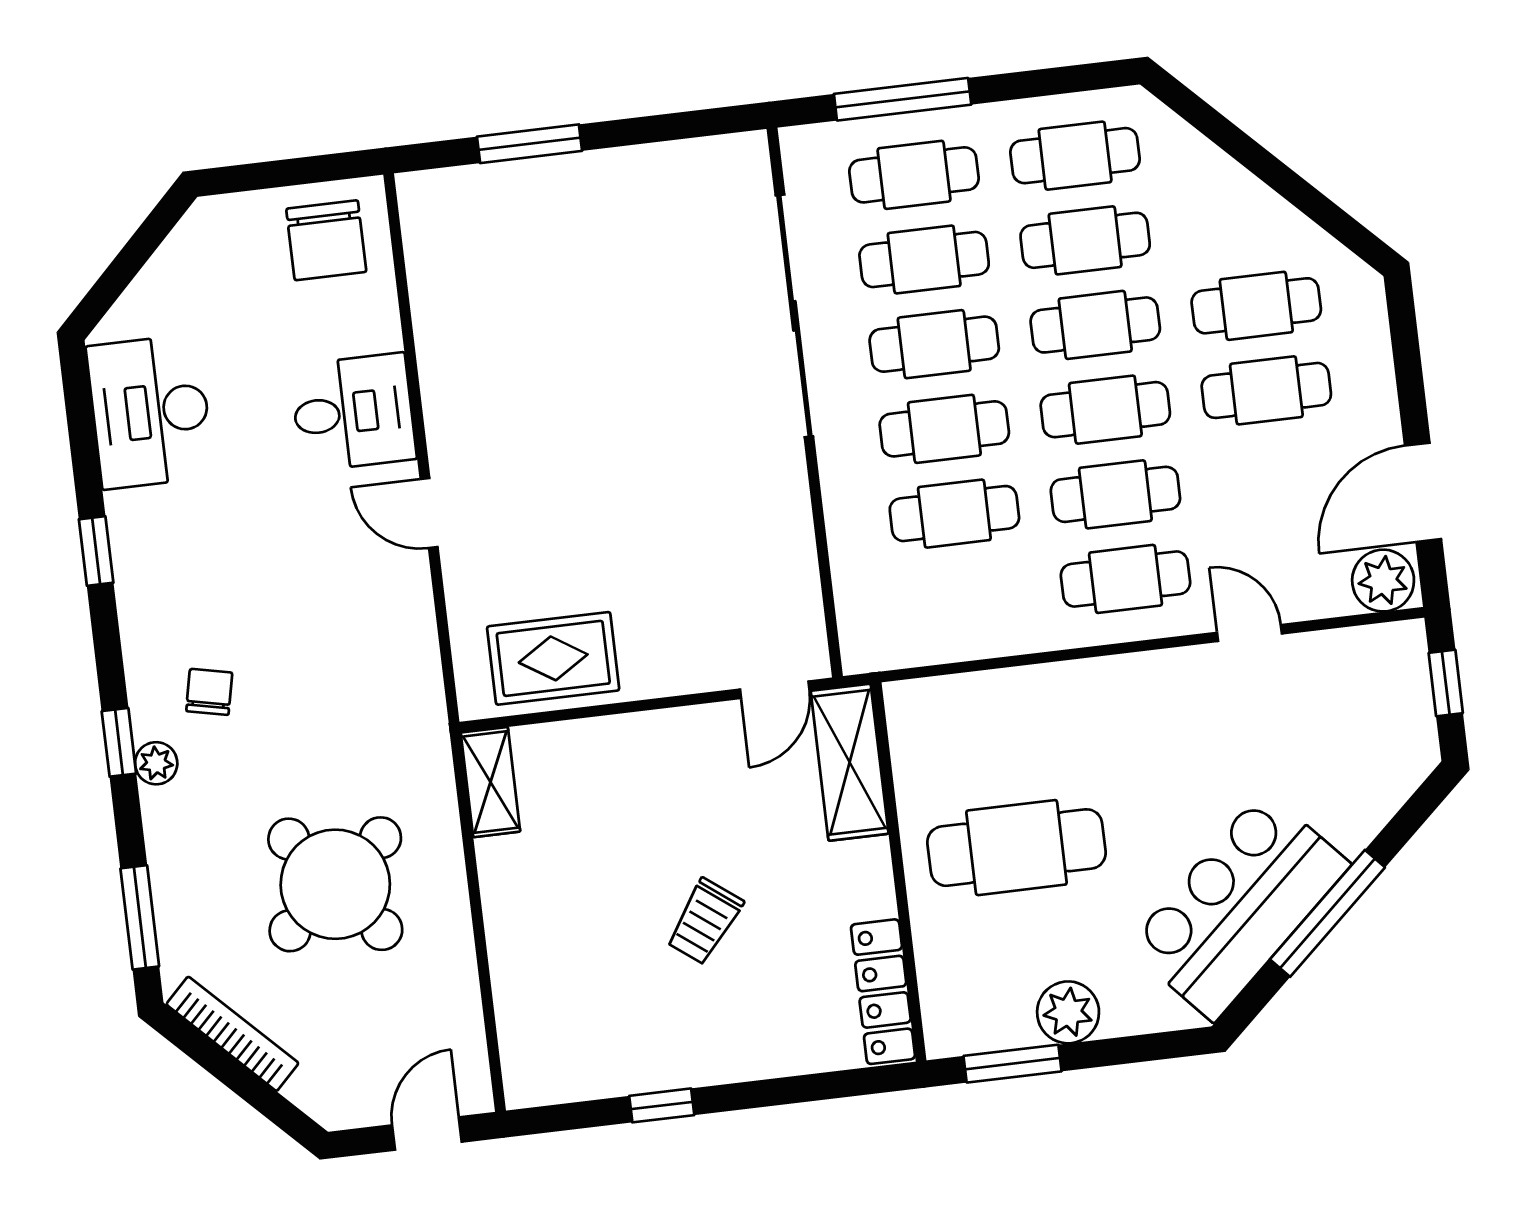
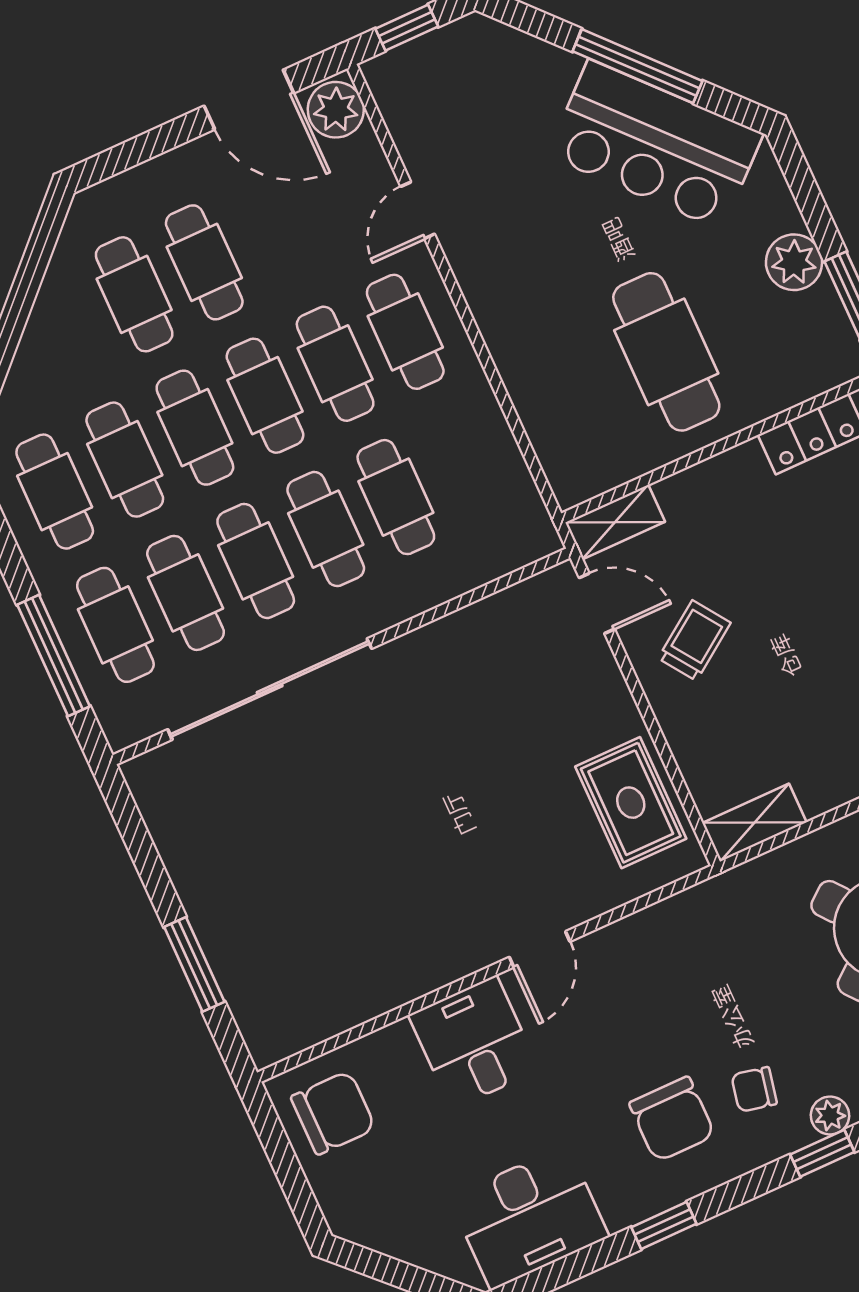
chair: (206, 595) -> (672, 1119), added
shelving: (850, 762) -> (615, 522), width x0.67, depth x0.75
trolley: (705, 922) -> (694, 641), moved, turned -72

